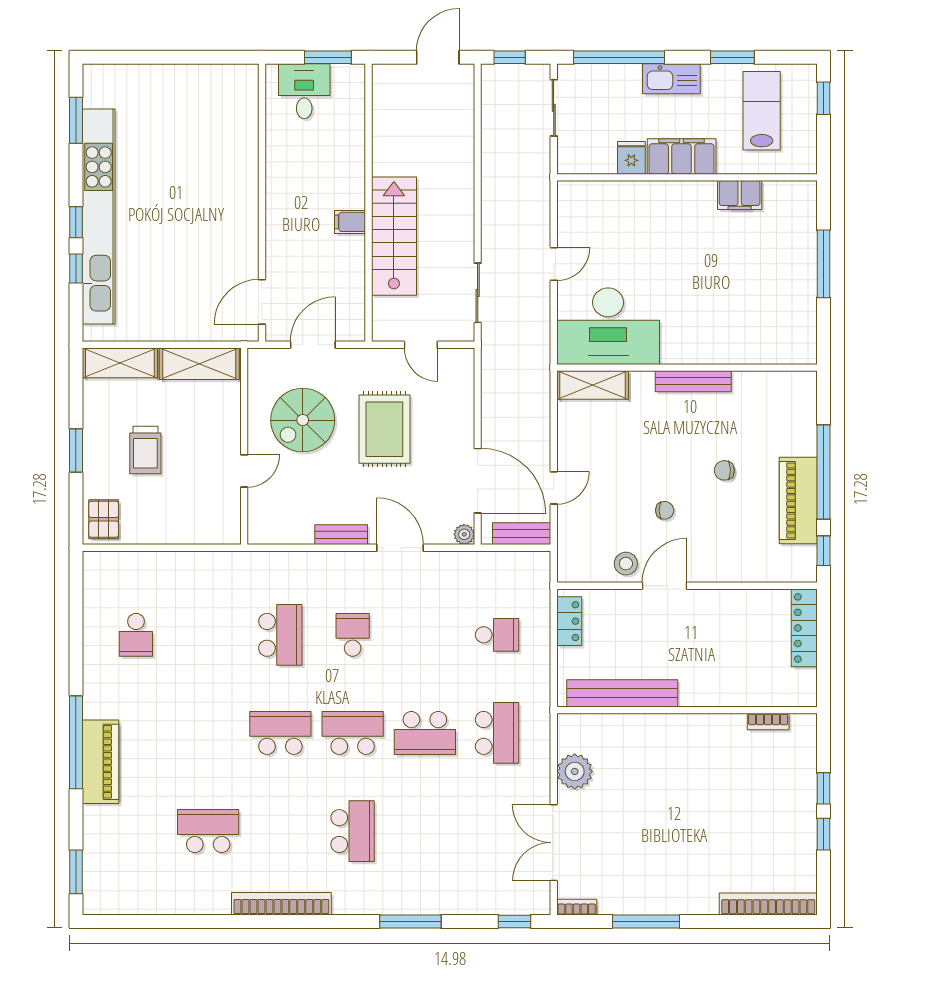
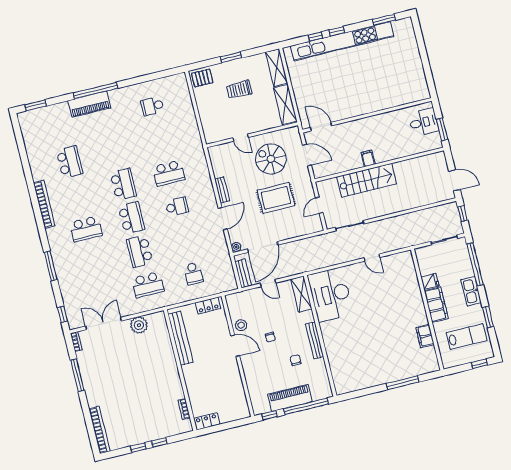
desk: (608, 326) -> (330, 294), moved
wall: (687, 368) -> (320, 336), moved
bench: (693, 381) -> (315, 340), moved
shelving: (593, 385) -> (301, 294), moved
locker: (804, 628) -> (207, 421), moved, width x0.66

